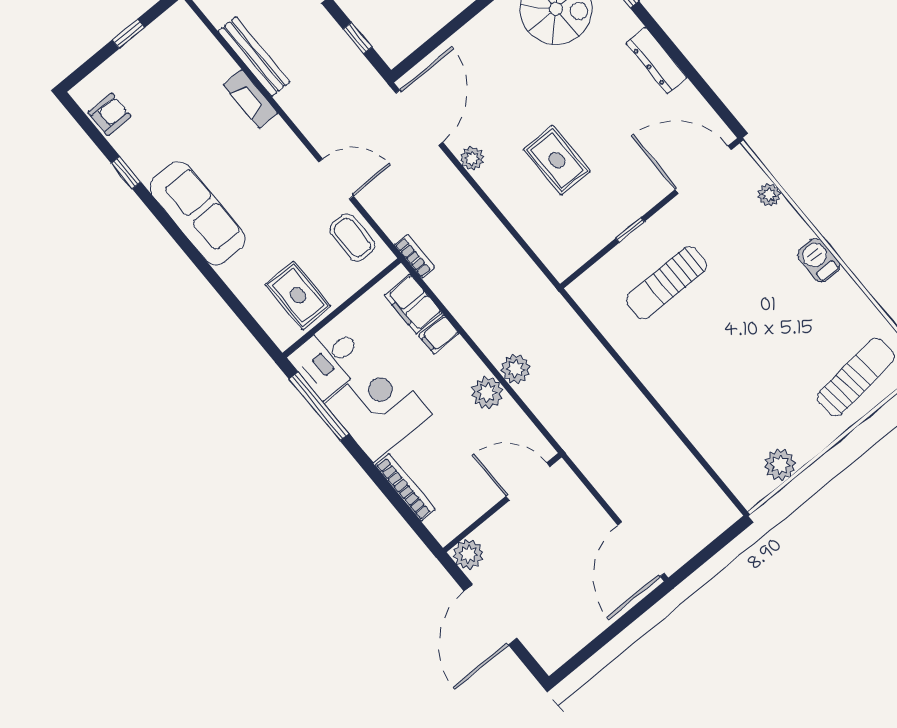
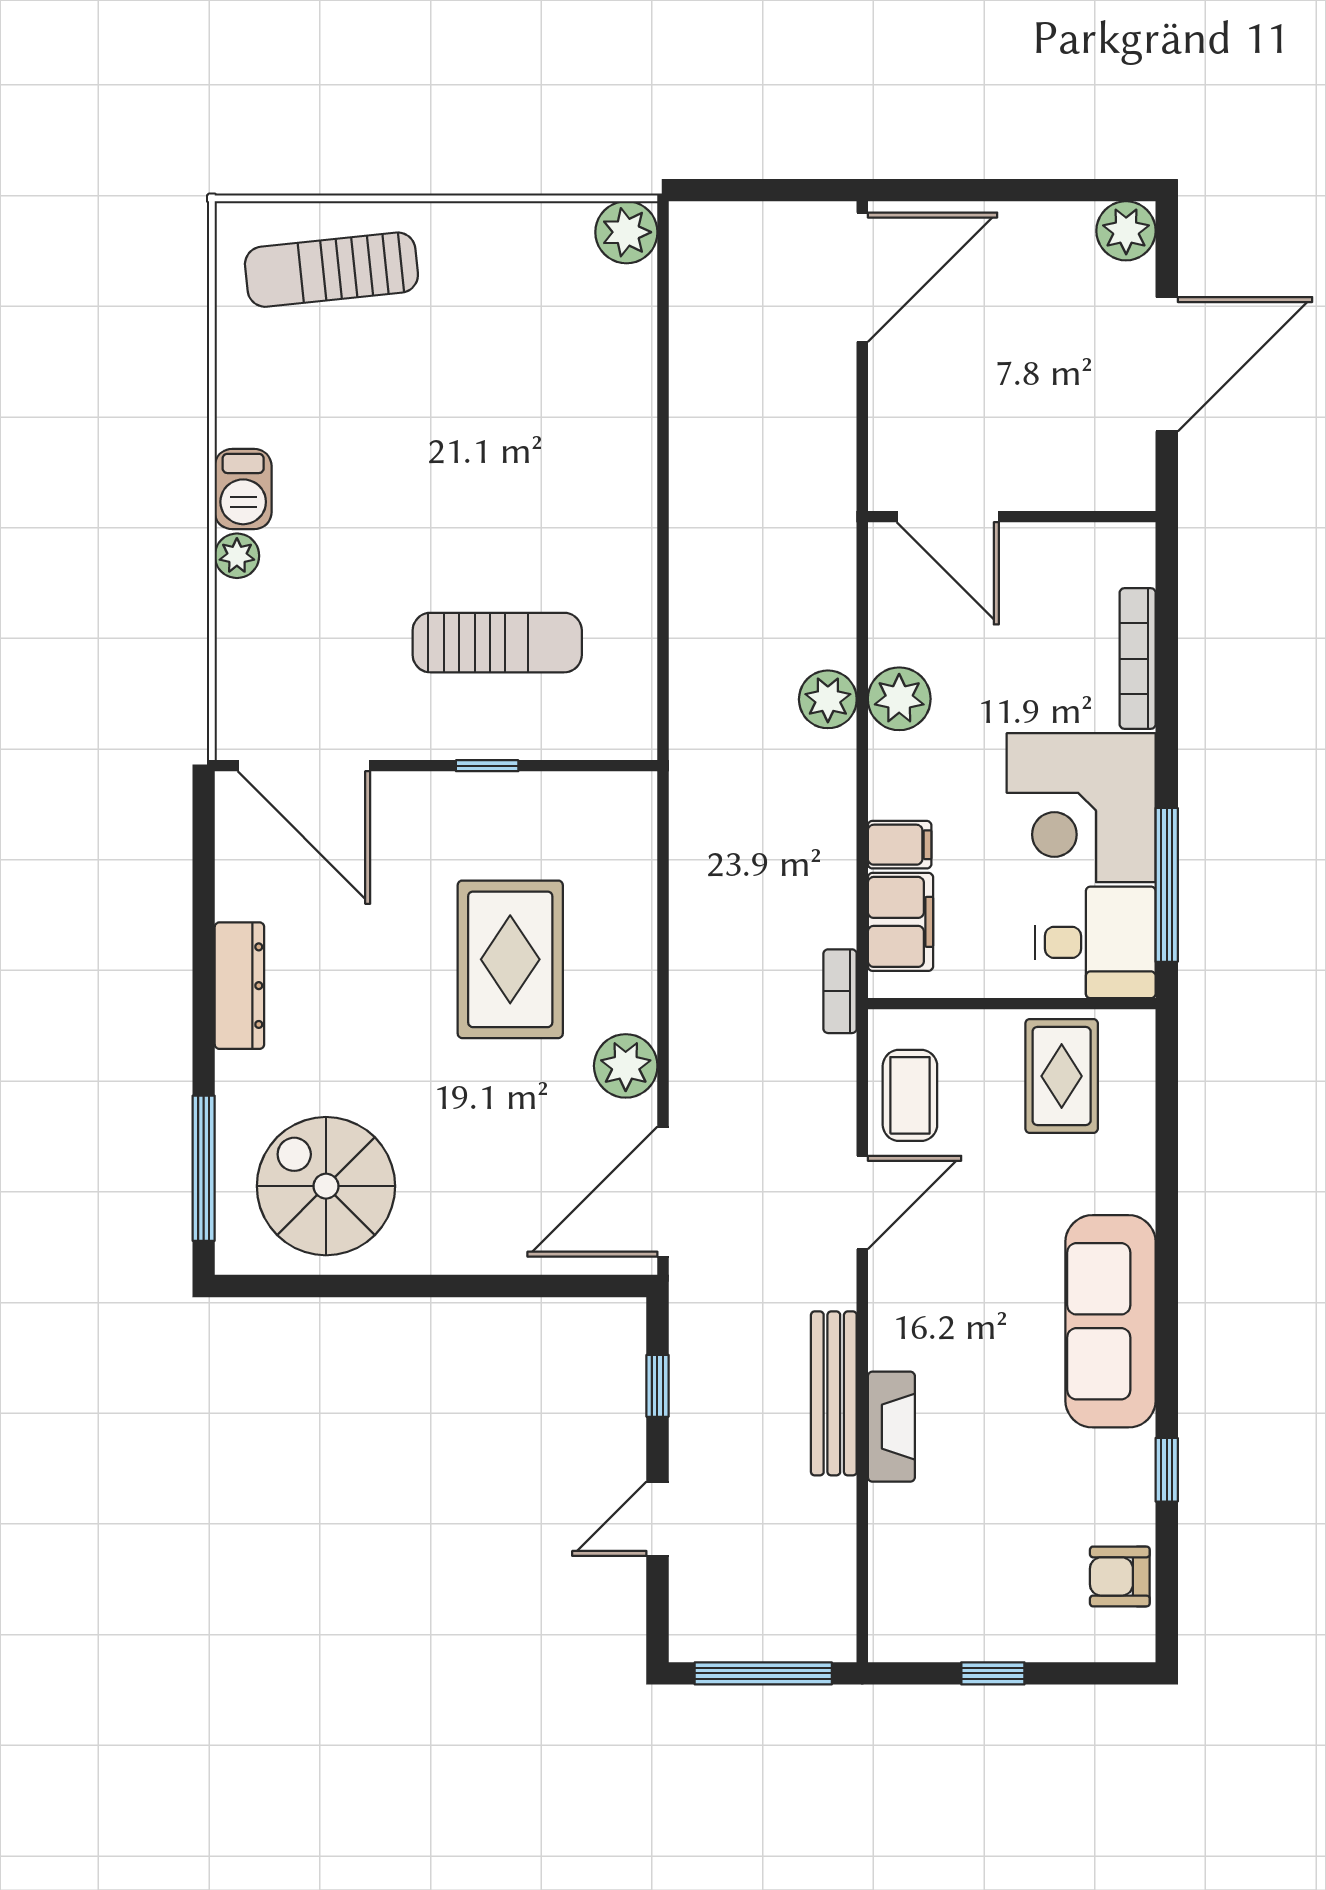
bench: (254, 57) -> (834, 1393), moved
plant: (472, 159) -> (626, 1066), width x1.38, depth x1.38
rug: (557, 160) -> (510, 959), width x1.36, depth x1.43
door: (336, 179) -> (862, 1203), swing flipped
plant: (769, 195) -> (237, 556), moved
plant: (780, 465) -> (626, 232), moved
plant: (468, 554) -> (1126, 231), moved

